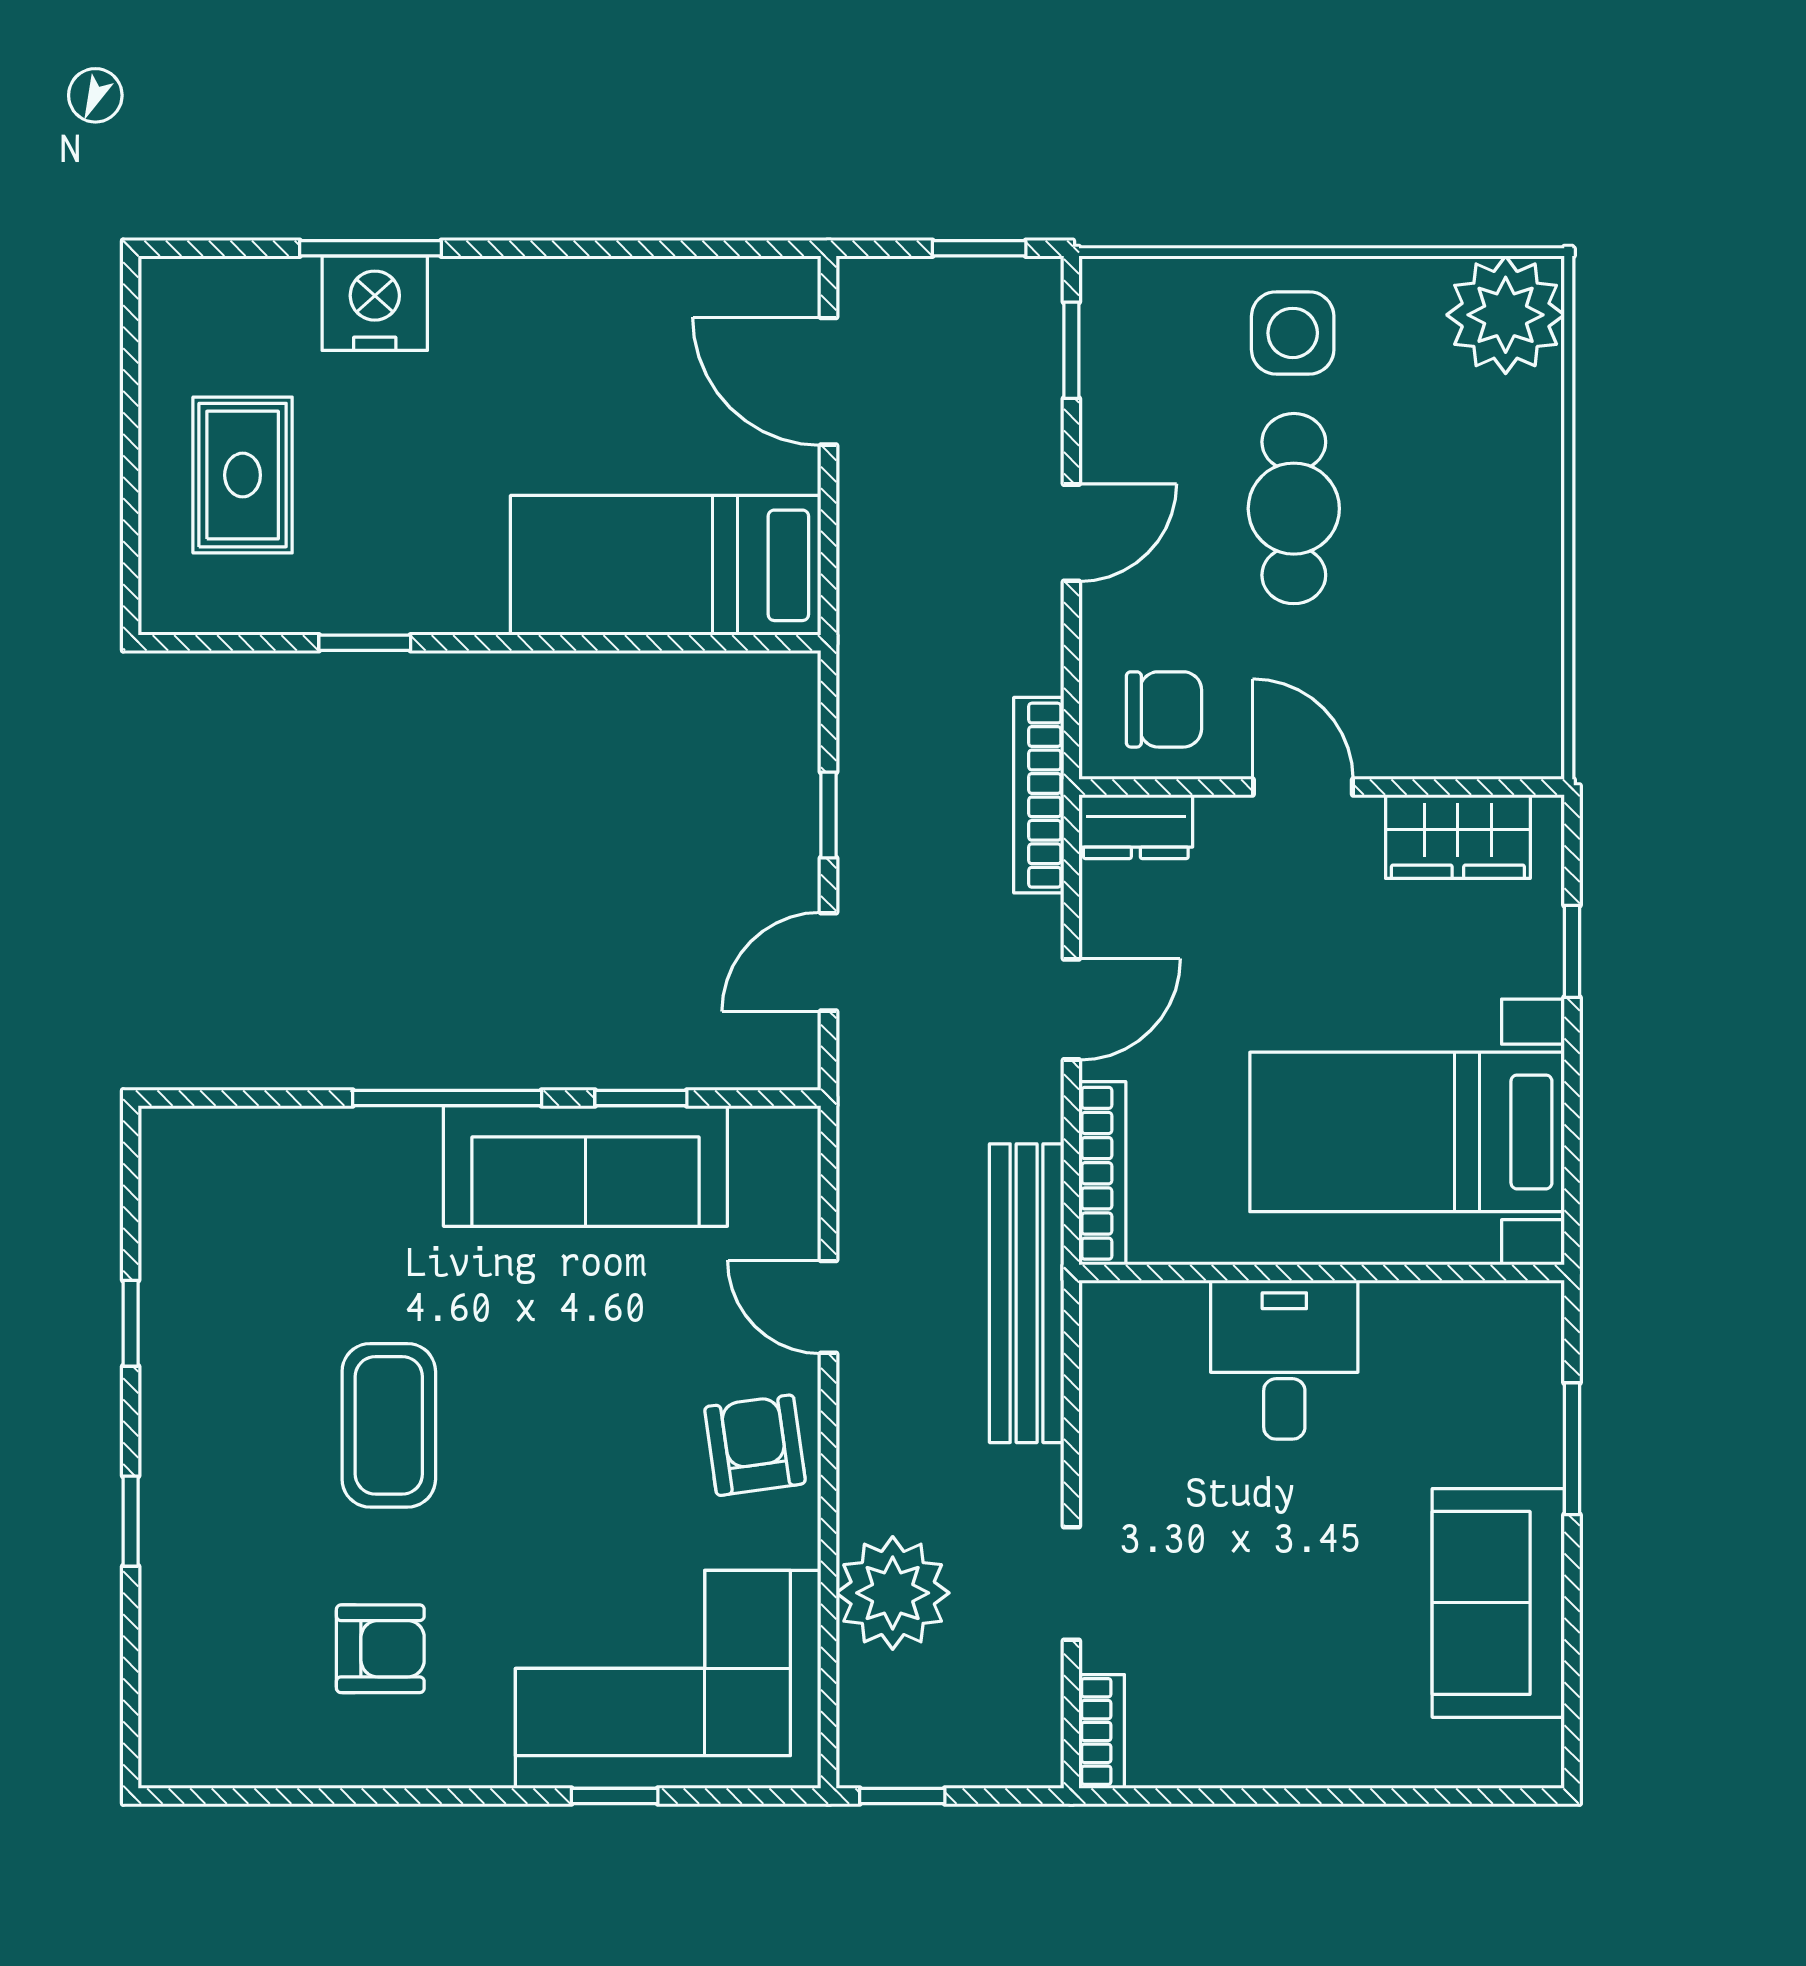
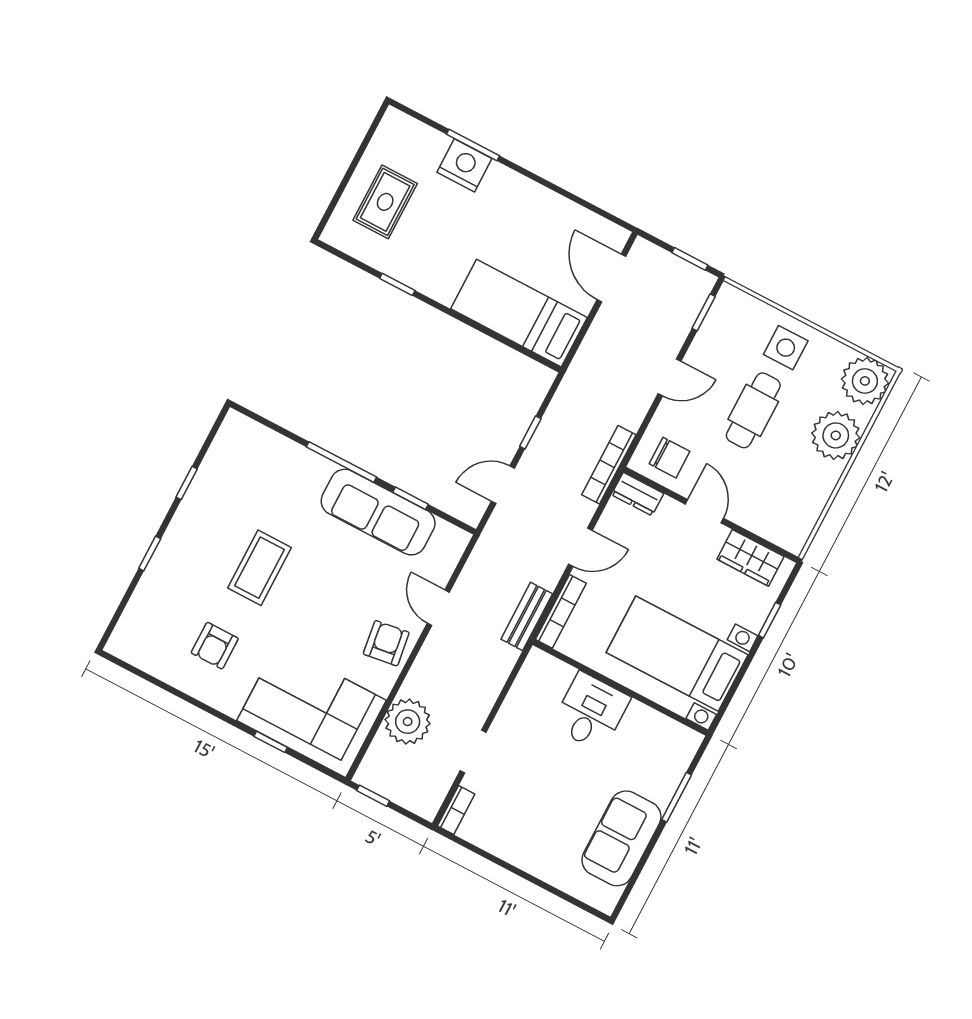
plant: (1504, 468) -> (836, 435), added
bench: (1027, 1293) -> (527, 616), width x0.54, depth x0.82
armchair: (380, 1649) -> (215, 646), turned 90

